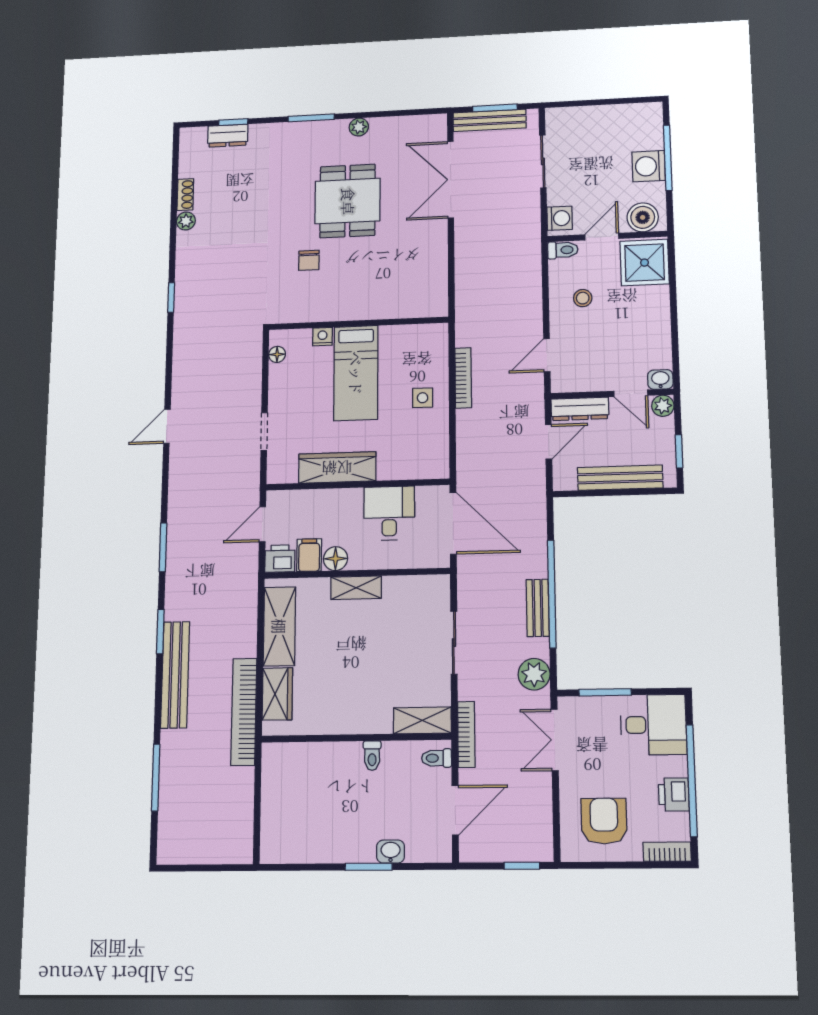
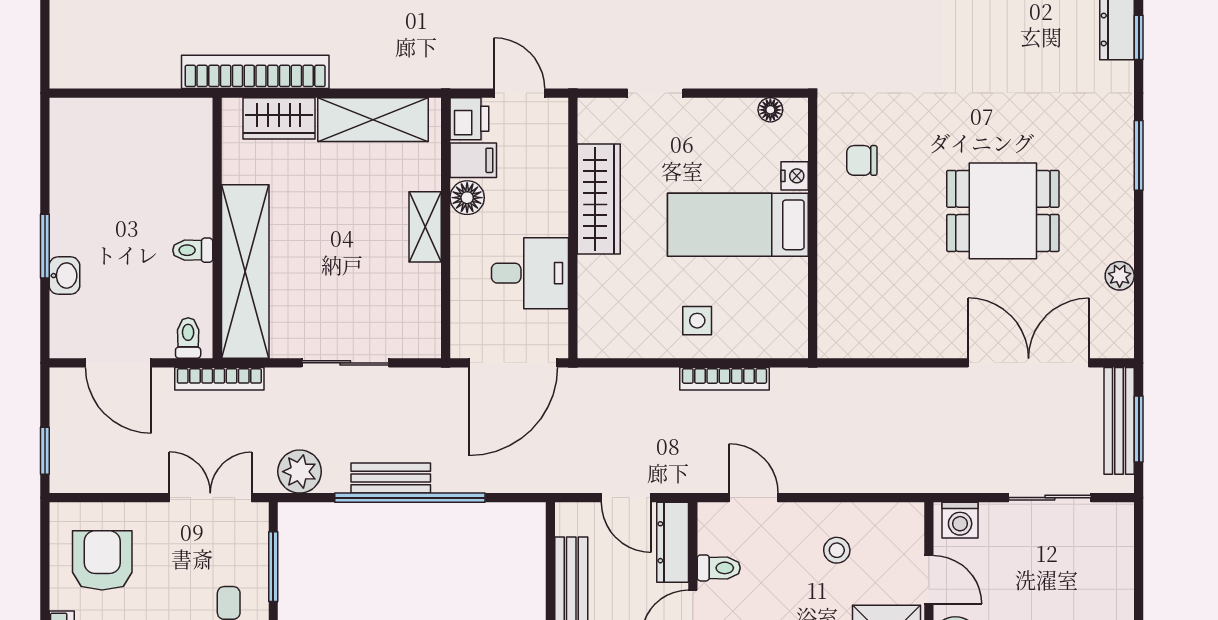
plant: (359, 127) -> (1120, 276), moved
toilet: (563, 250) -> (719, 568), moved, turned -90
chair: (309, 260) -> (862, 160), moved
shelving: (422, 720) -> (245, 272), width x2.20, depth x1.33
armchair: (604, 821) -> (102, 560), turned -90

